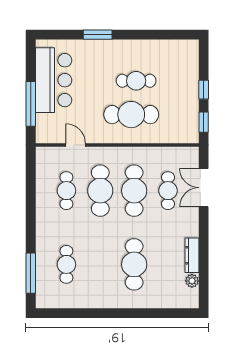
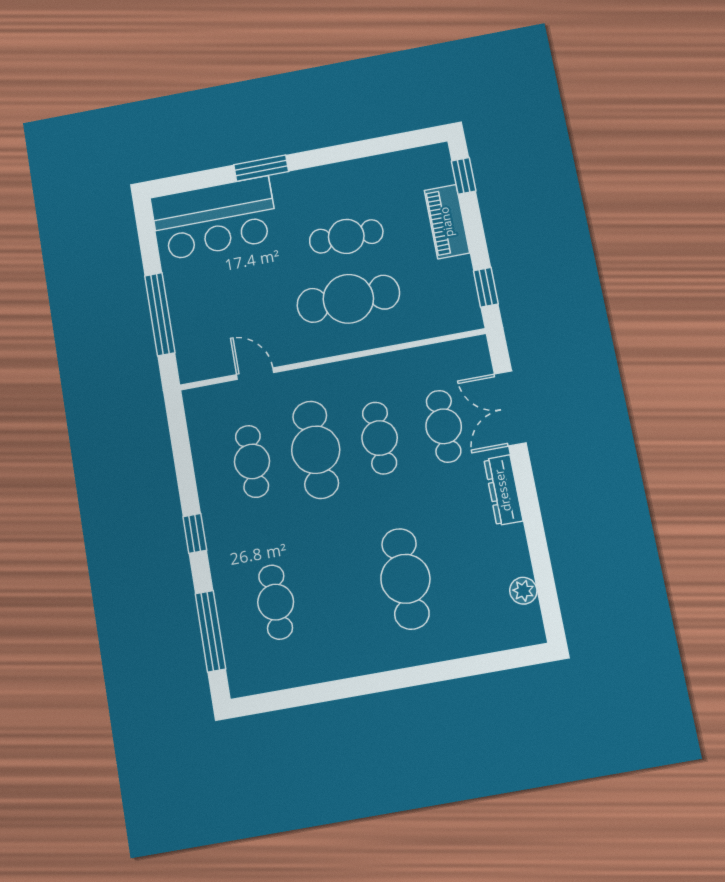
bar counter: (54, 80) -> (214, 219), moved, turned 90
piano: (190, 83) -> (447, 222), added
window: (204, 90) -> (464, 176), moved
cafe table: (134, 191) -> (380, 438), width x0.73, depth x0.74
window: (31, 222) -> (195, 533), added
dresser: (192, 255) -> (503, 490), moved

